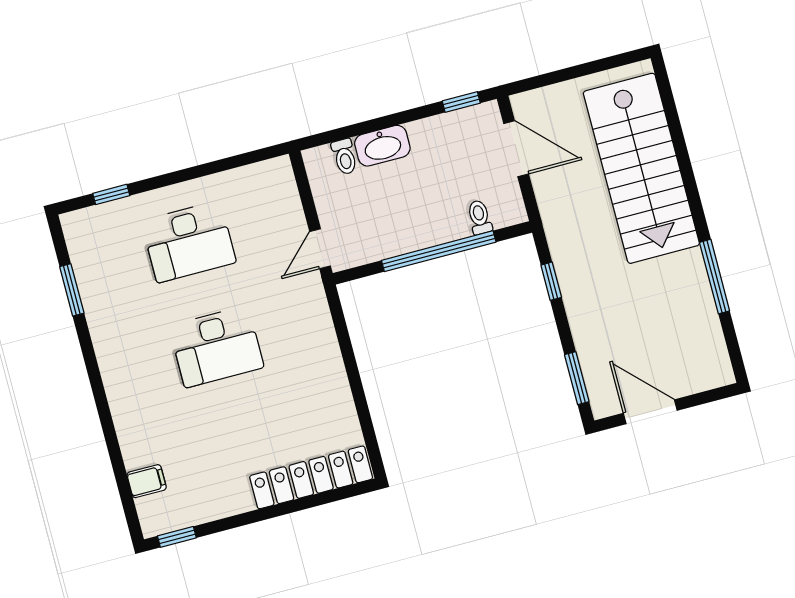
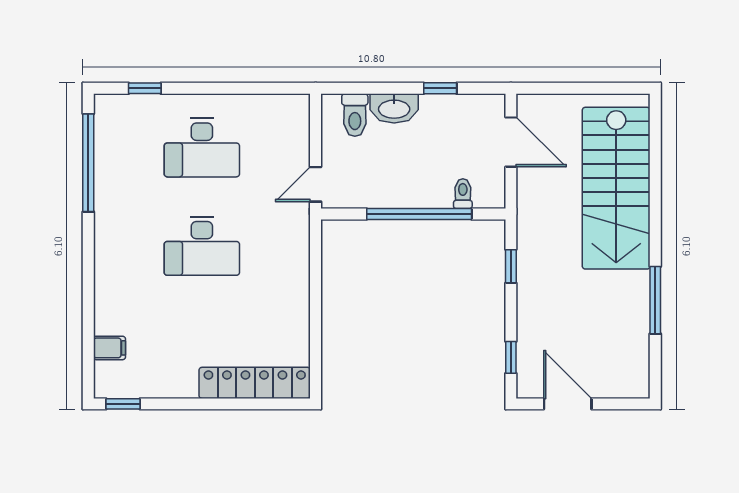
window: (461, 102) -> (440, 88), moved
toilet: (344, 157) -> (355, 115), width x1.37, depth x1.39
window: (72, 290) -> (88, 163), width x2.11
window: (577, 378) -> (511, 357), width x0.67

